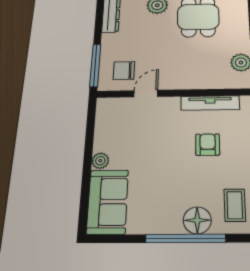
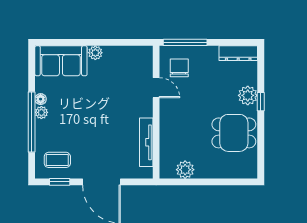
armchair: (208, 145) -> (108, 140), removed
floor lamp: (197, 220) -> (41, 99), moved, width x0.53, depth x0.53
plant: (173, 226) -> (41, 112), added

